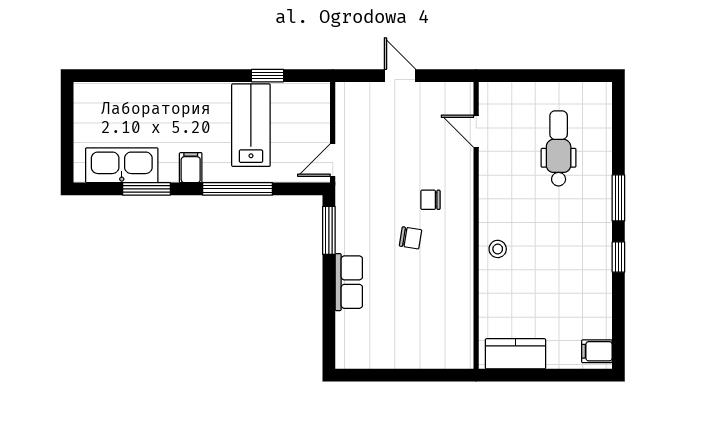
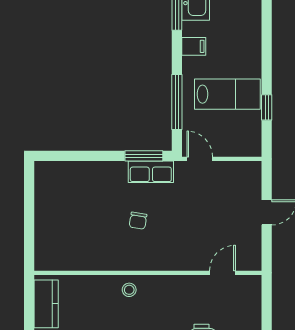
window: (237, 189) -> (177, 102), moved
chair: (430, 200) -> (168, 236), removed
row of seats: (349, 282) -> (151, 172), moved

